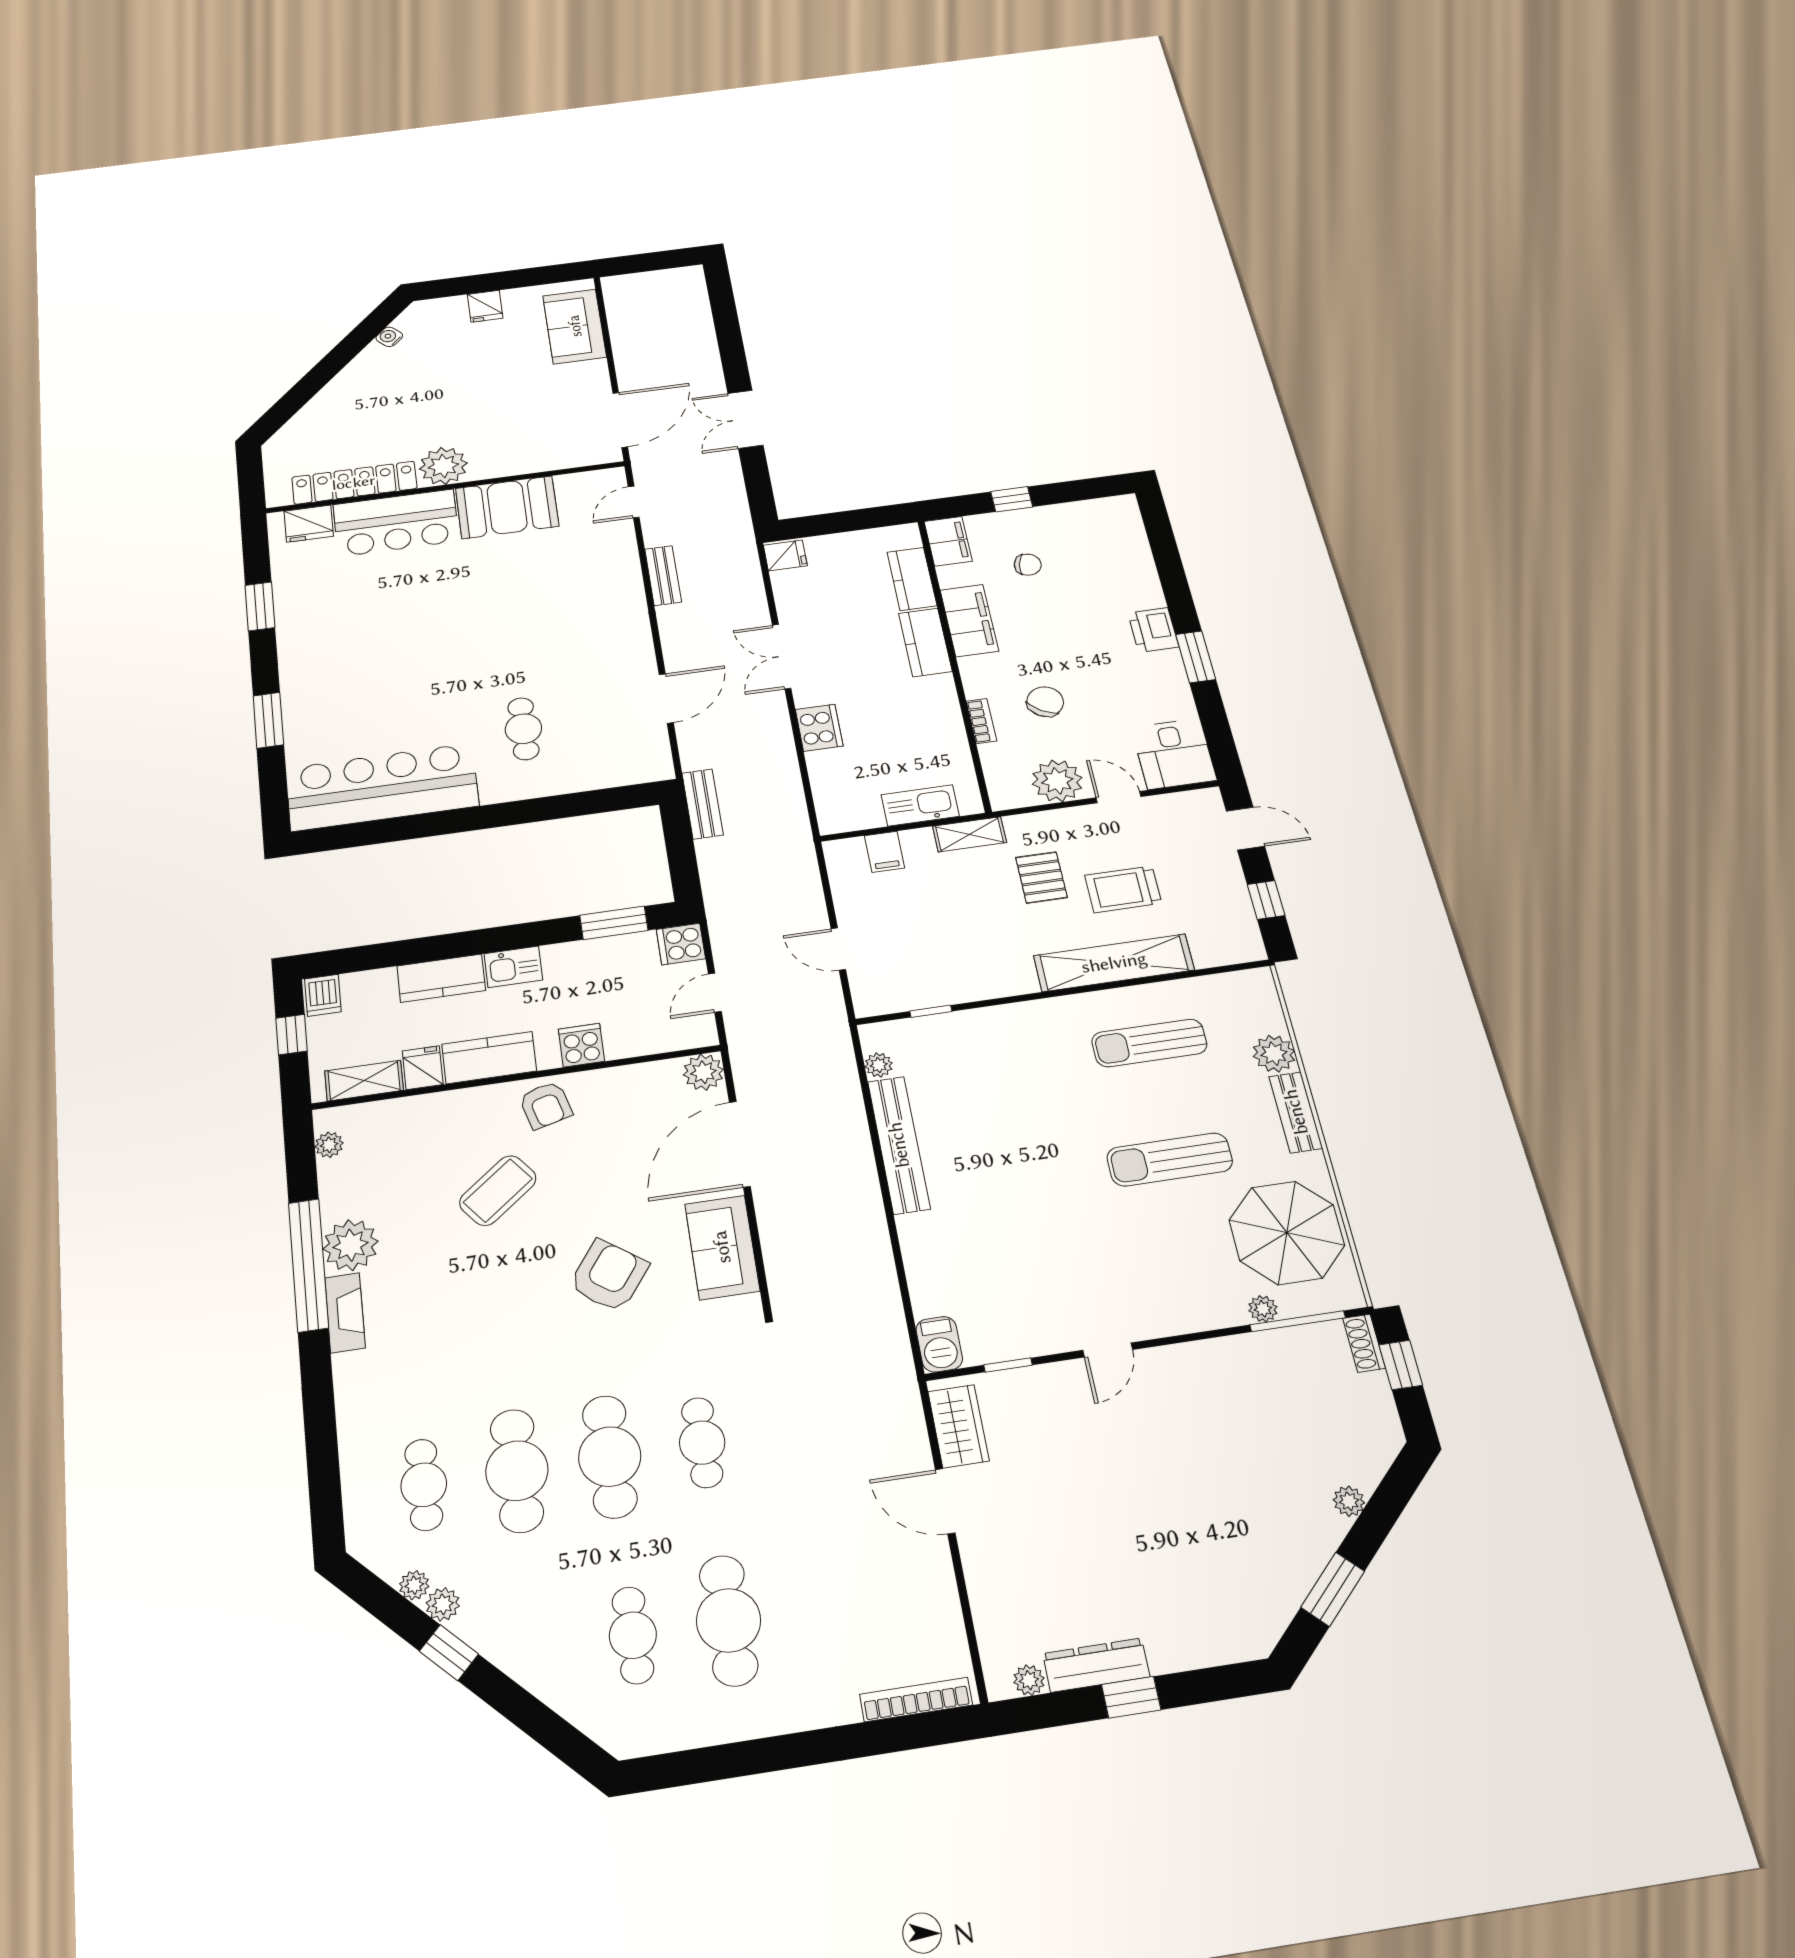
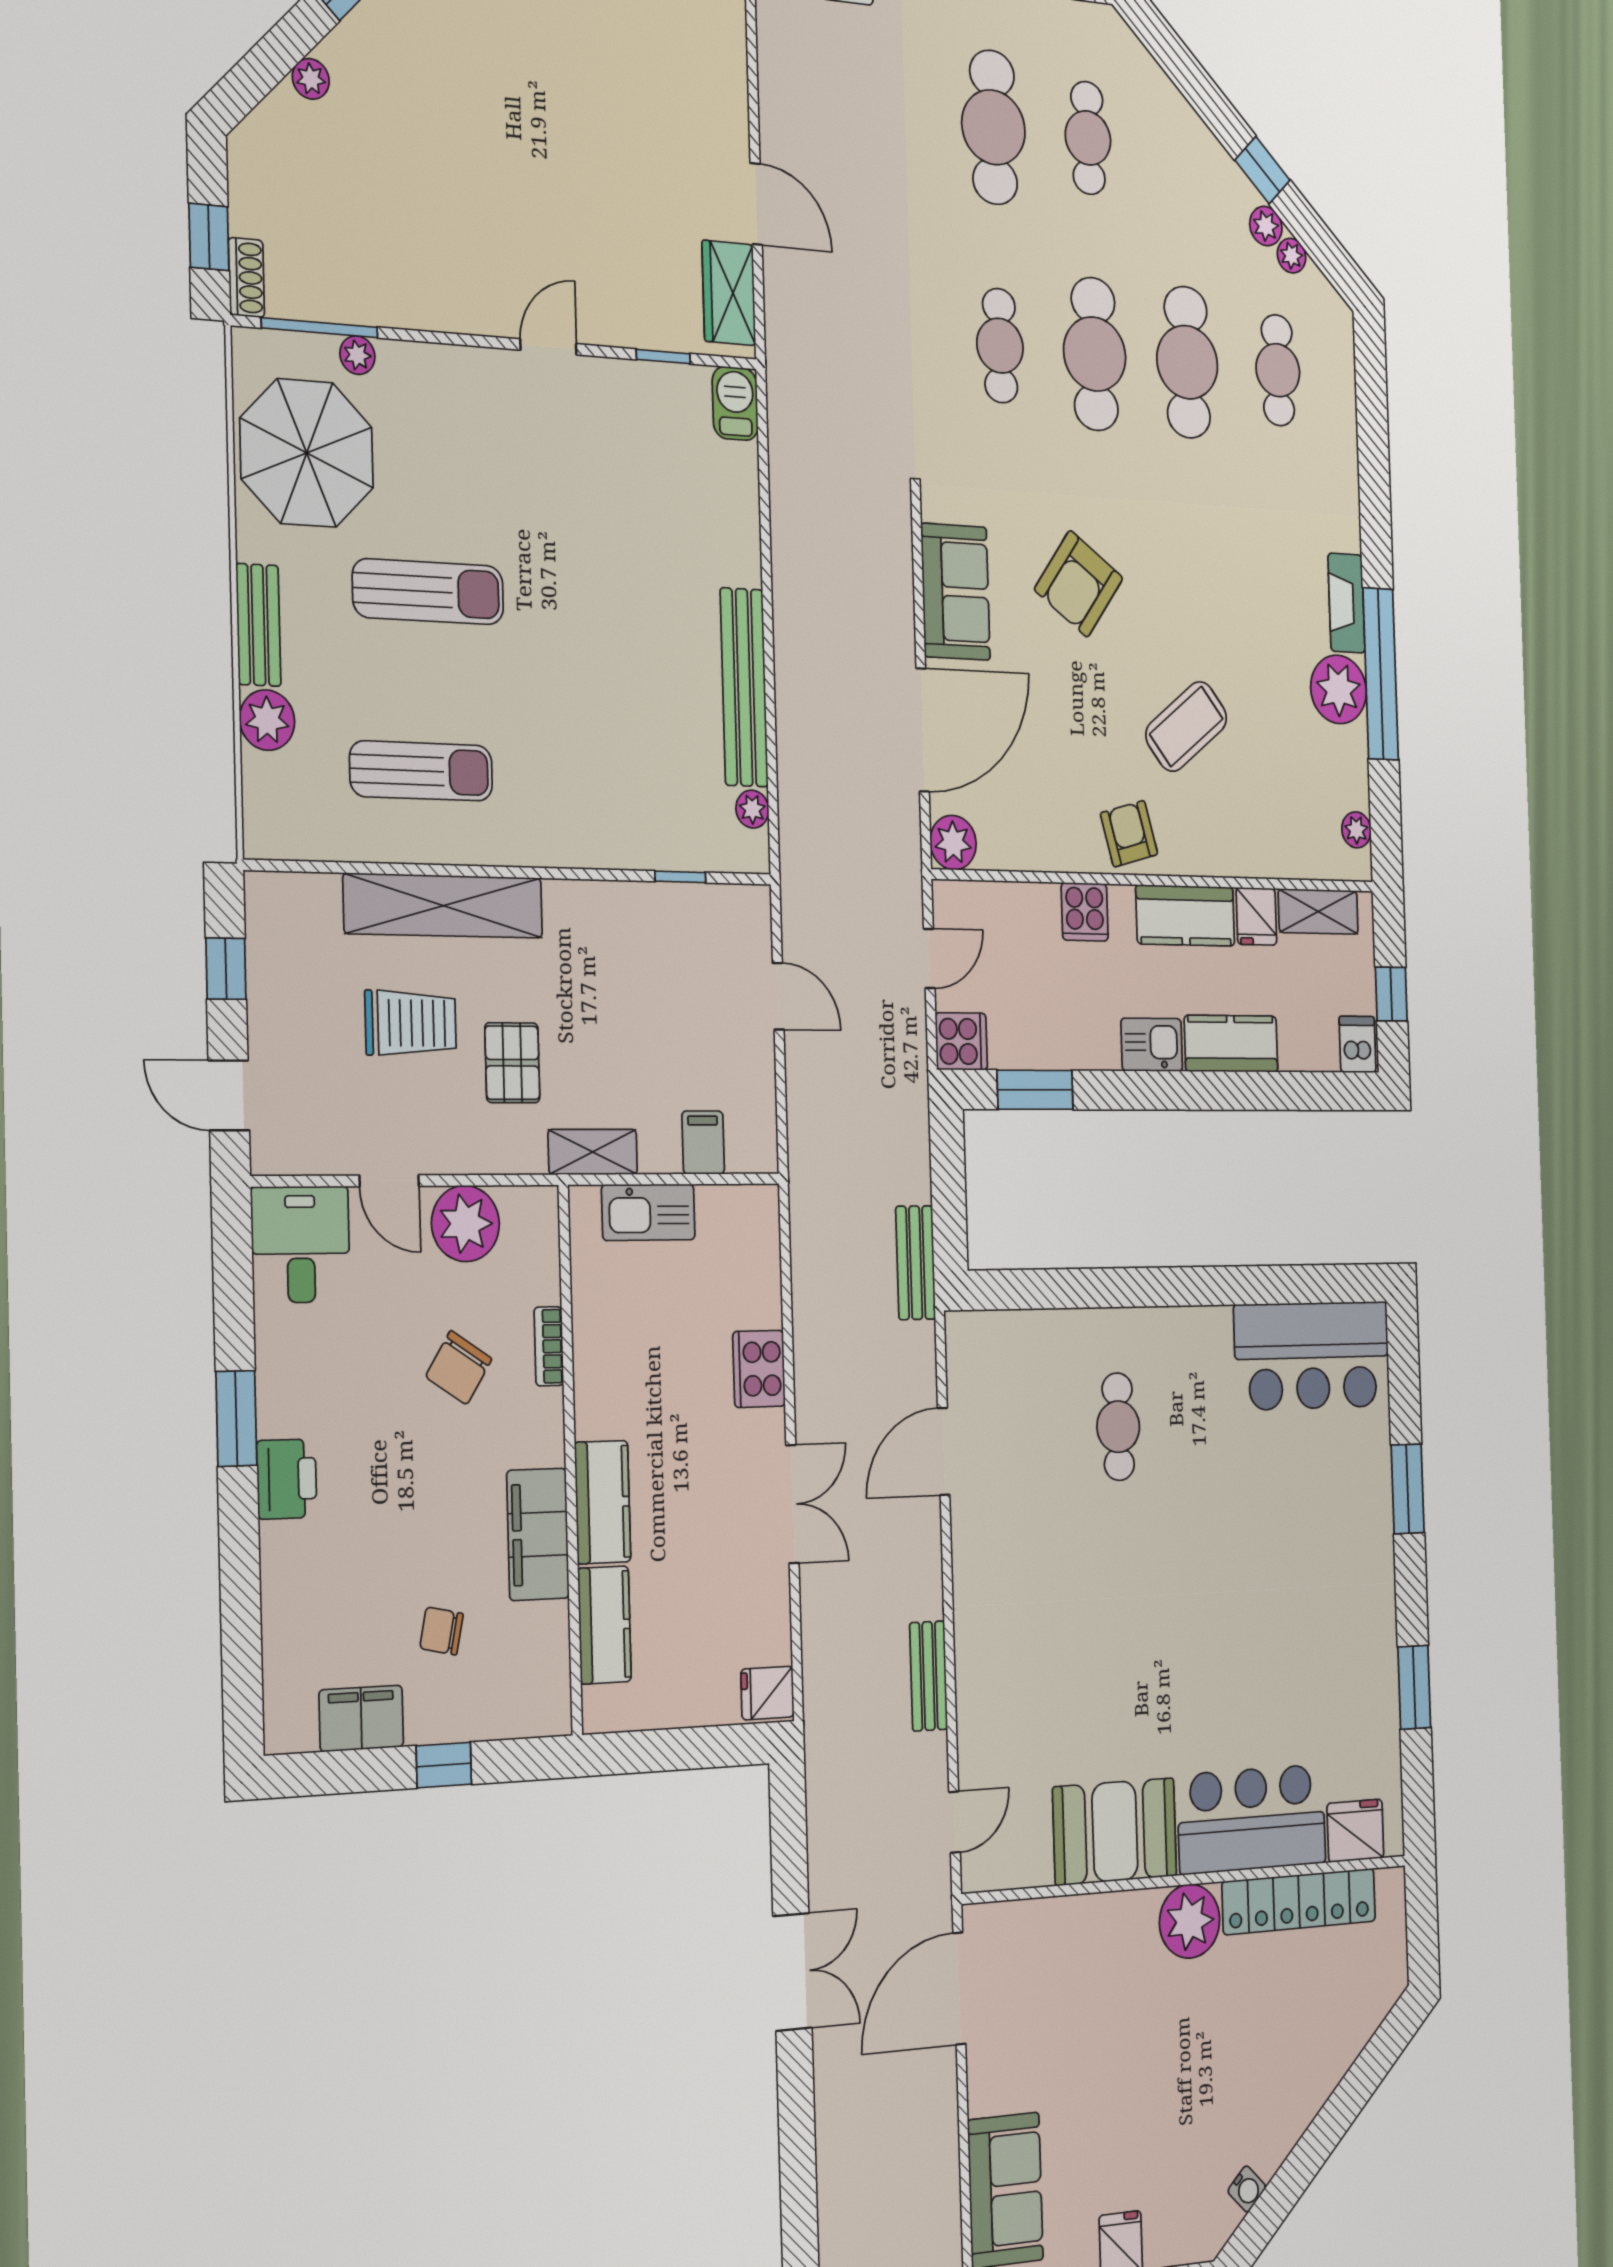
filing cabinet: (948, 541) -> (361, 1718), moved, turned 90
bar counter: (382, 787) -> (1312, 1356), width x0.73

